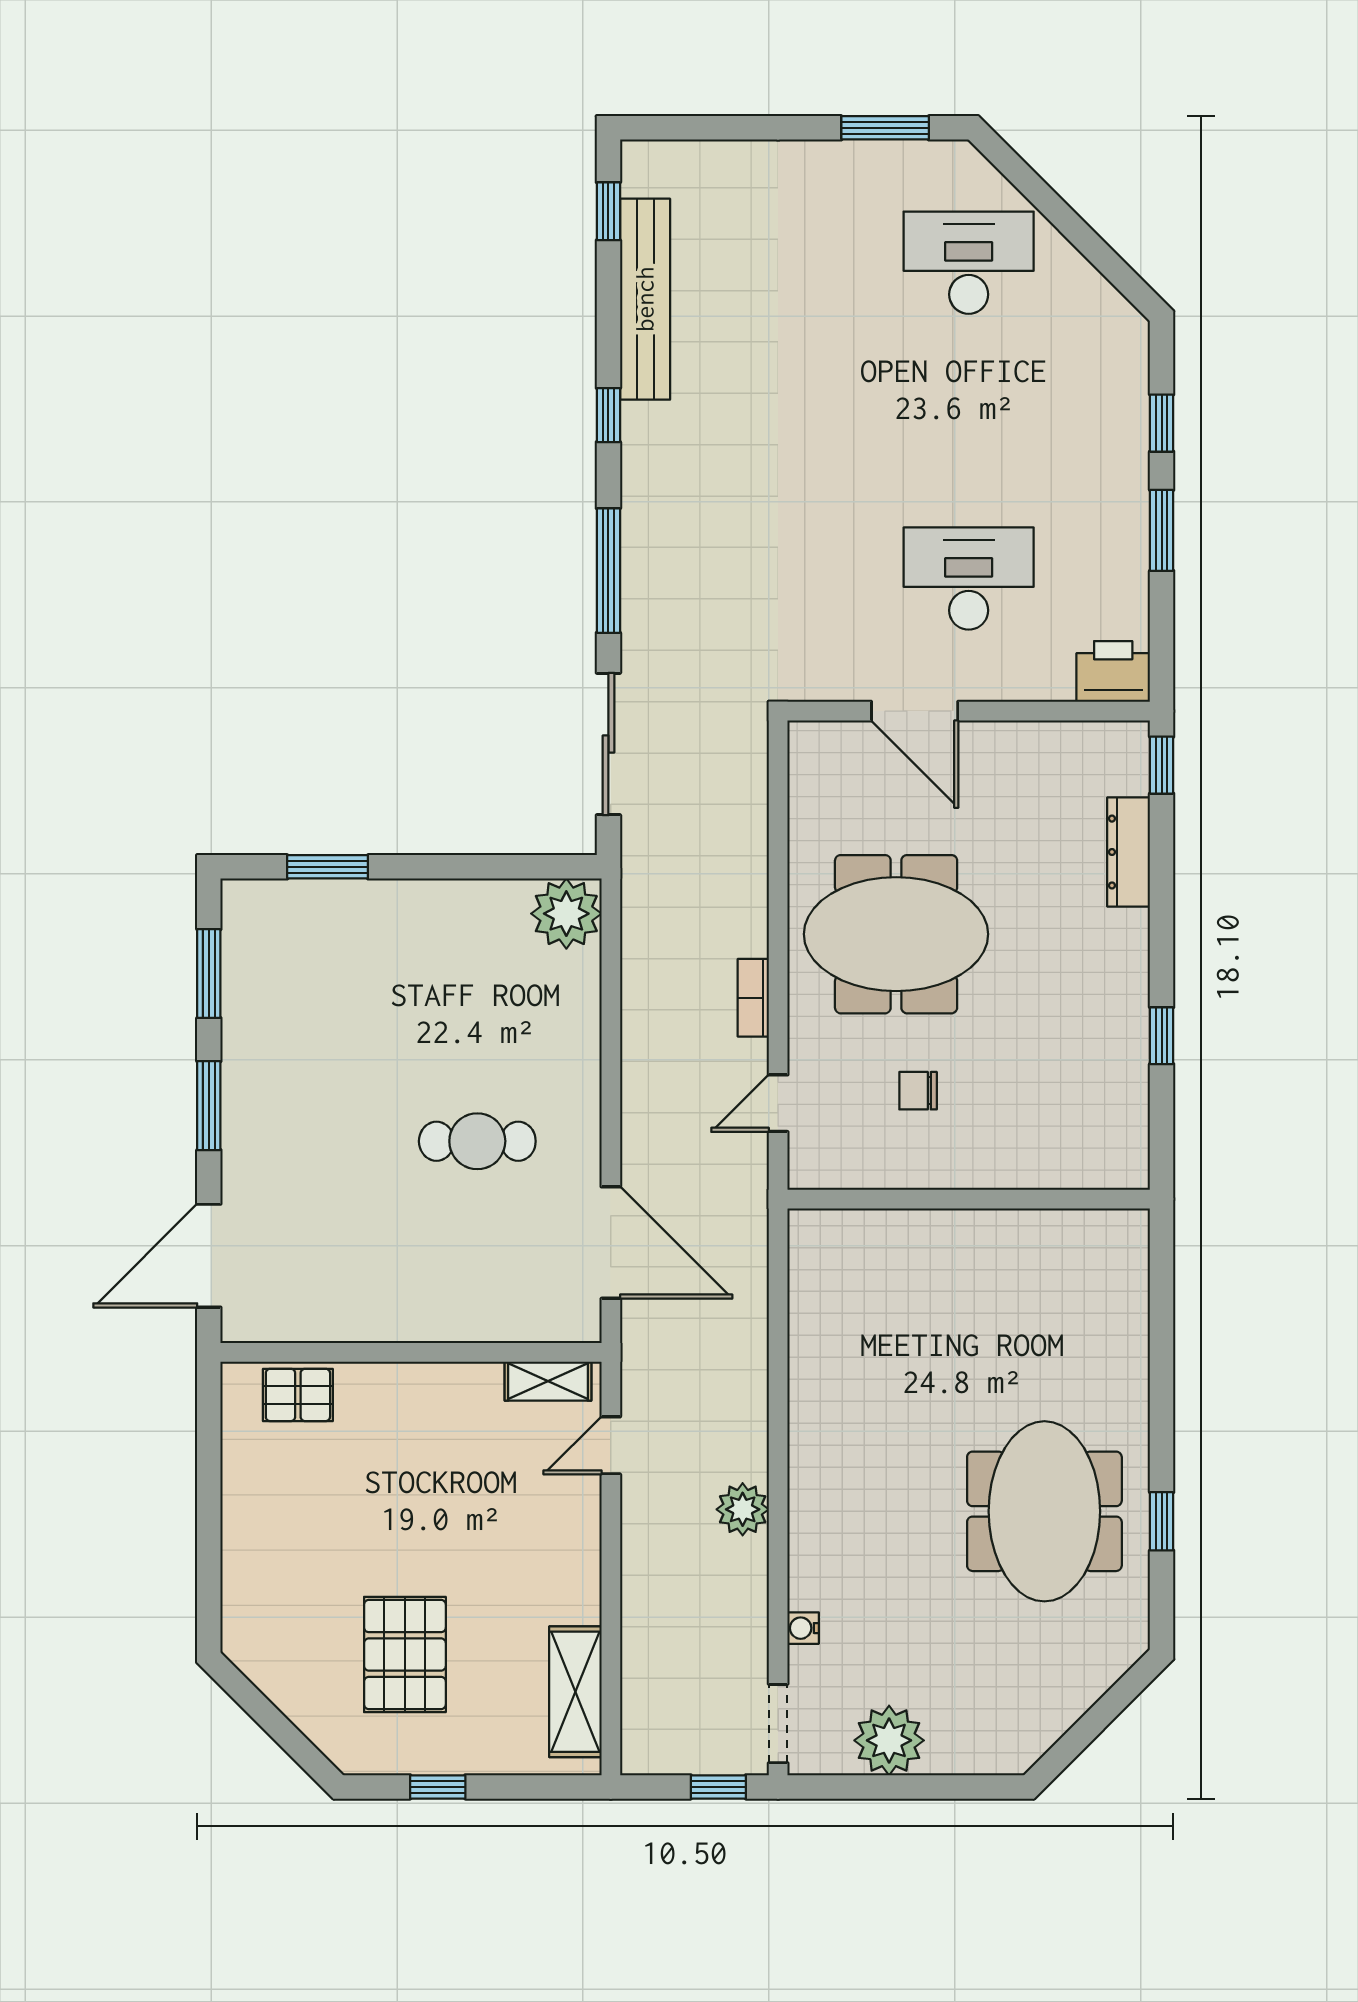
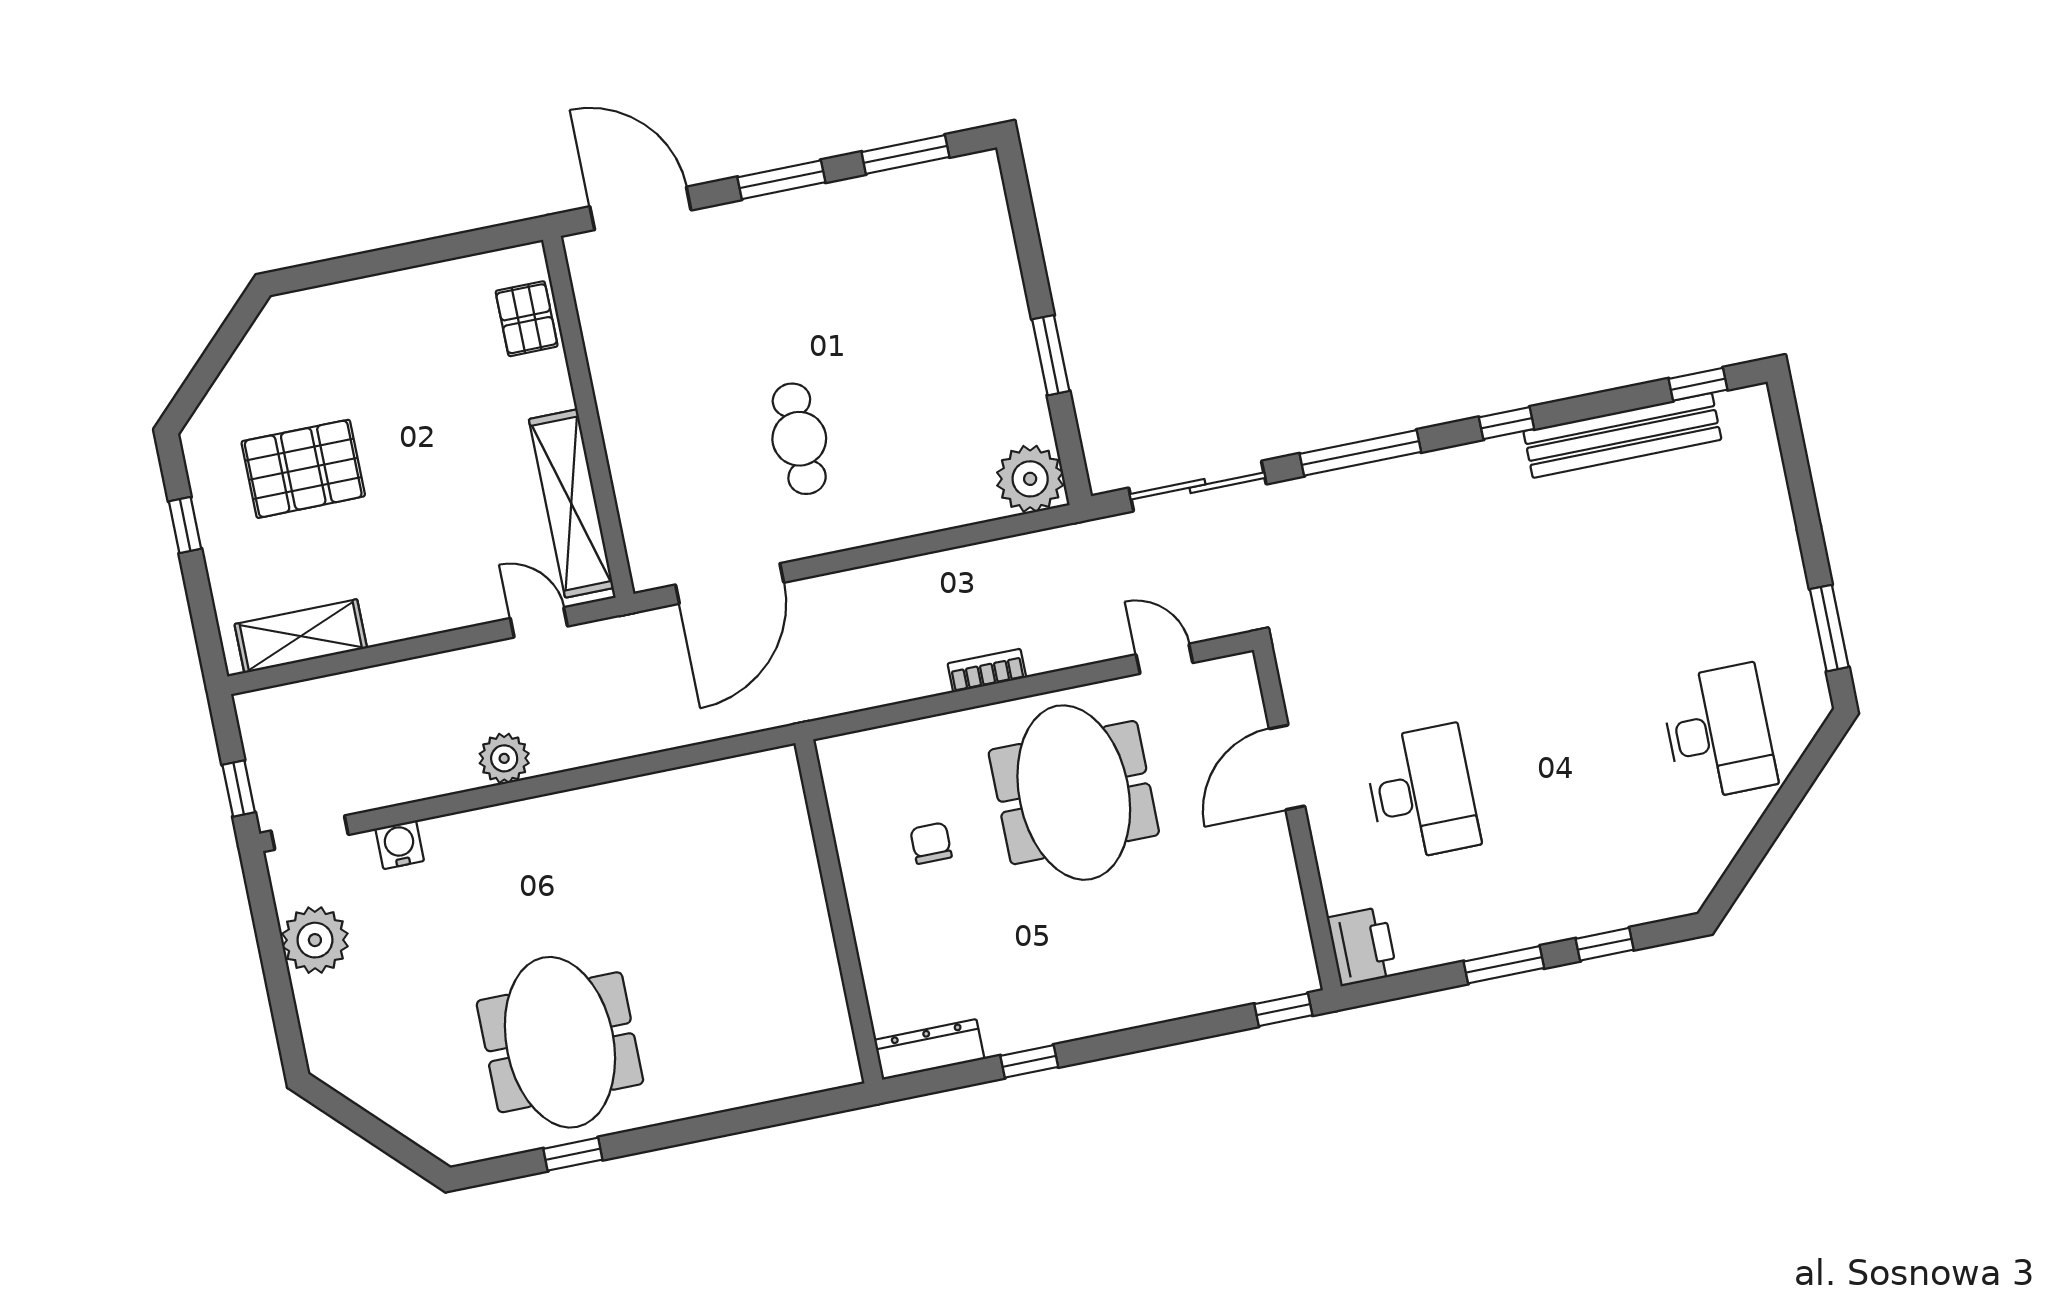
dresser: (1129, 852) -> (929, 1049), moved
window: (328, 867) -> (1051, 355), moved
door: (778, 1103) -> (1164, 659), moved
shelving: (548, 1381) -> (571, 503), width x2.20, depth x1.33
meeting table: (1044, 1511) -> (560, 1042), turned 90
water cooler: (803, 1628) -> (400, 845), width x1.38, depth x1.38

